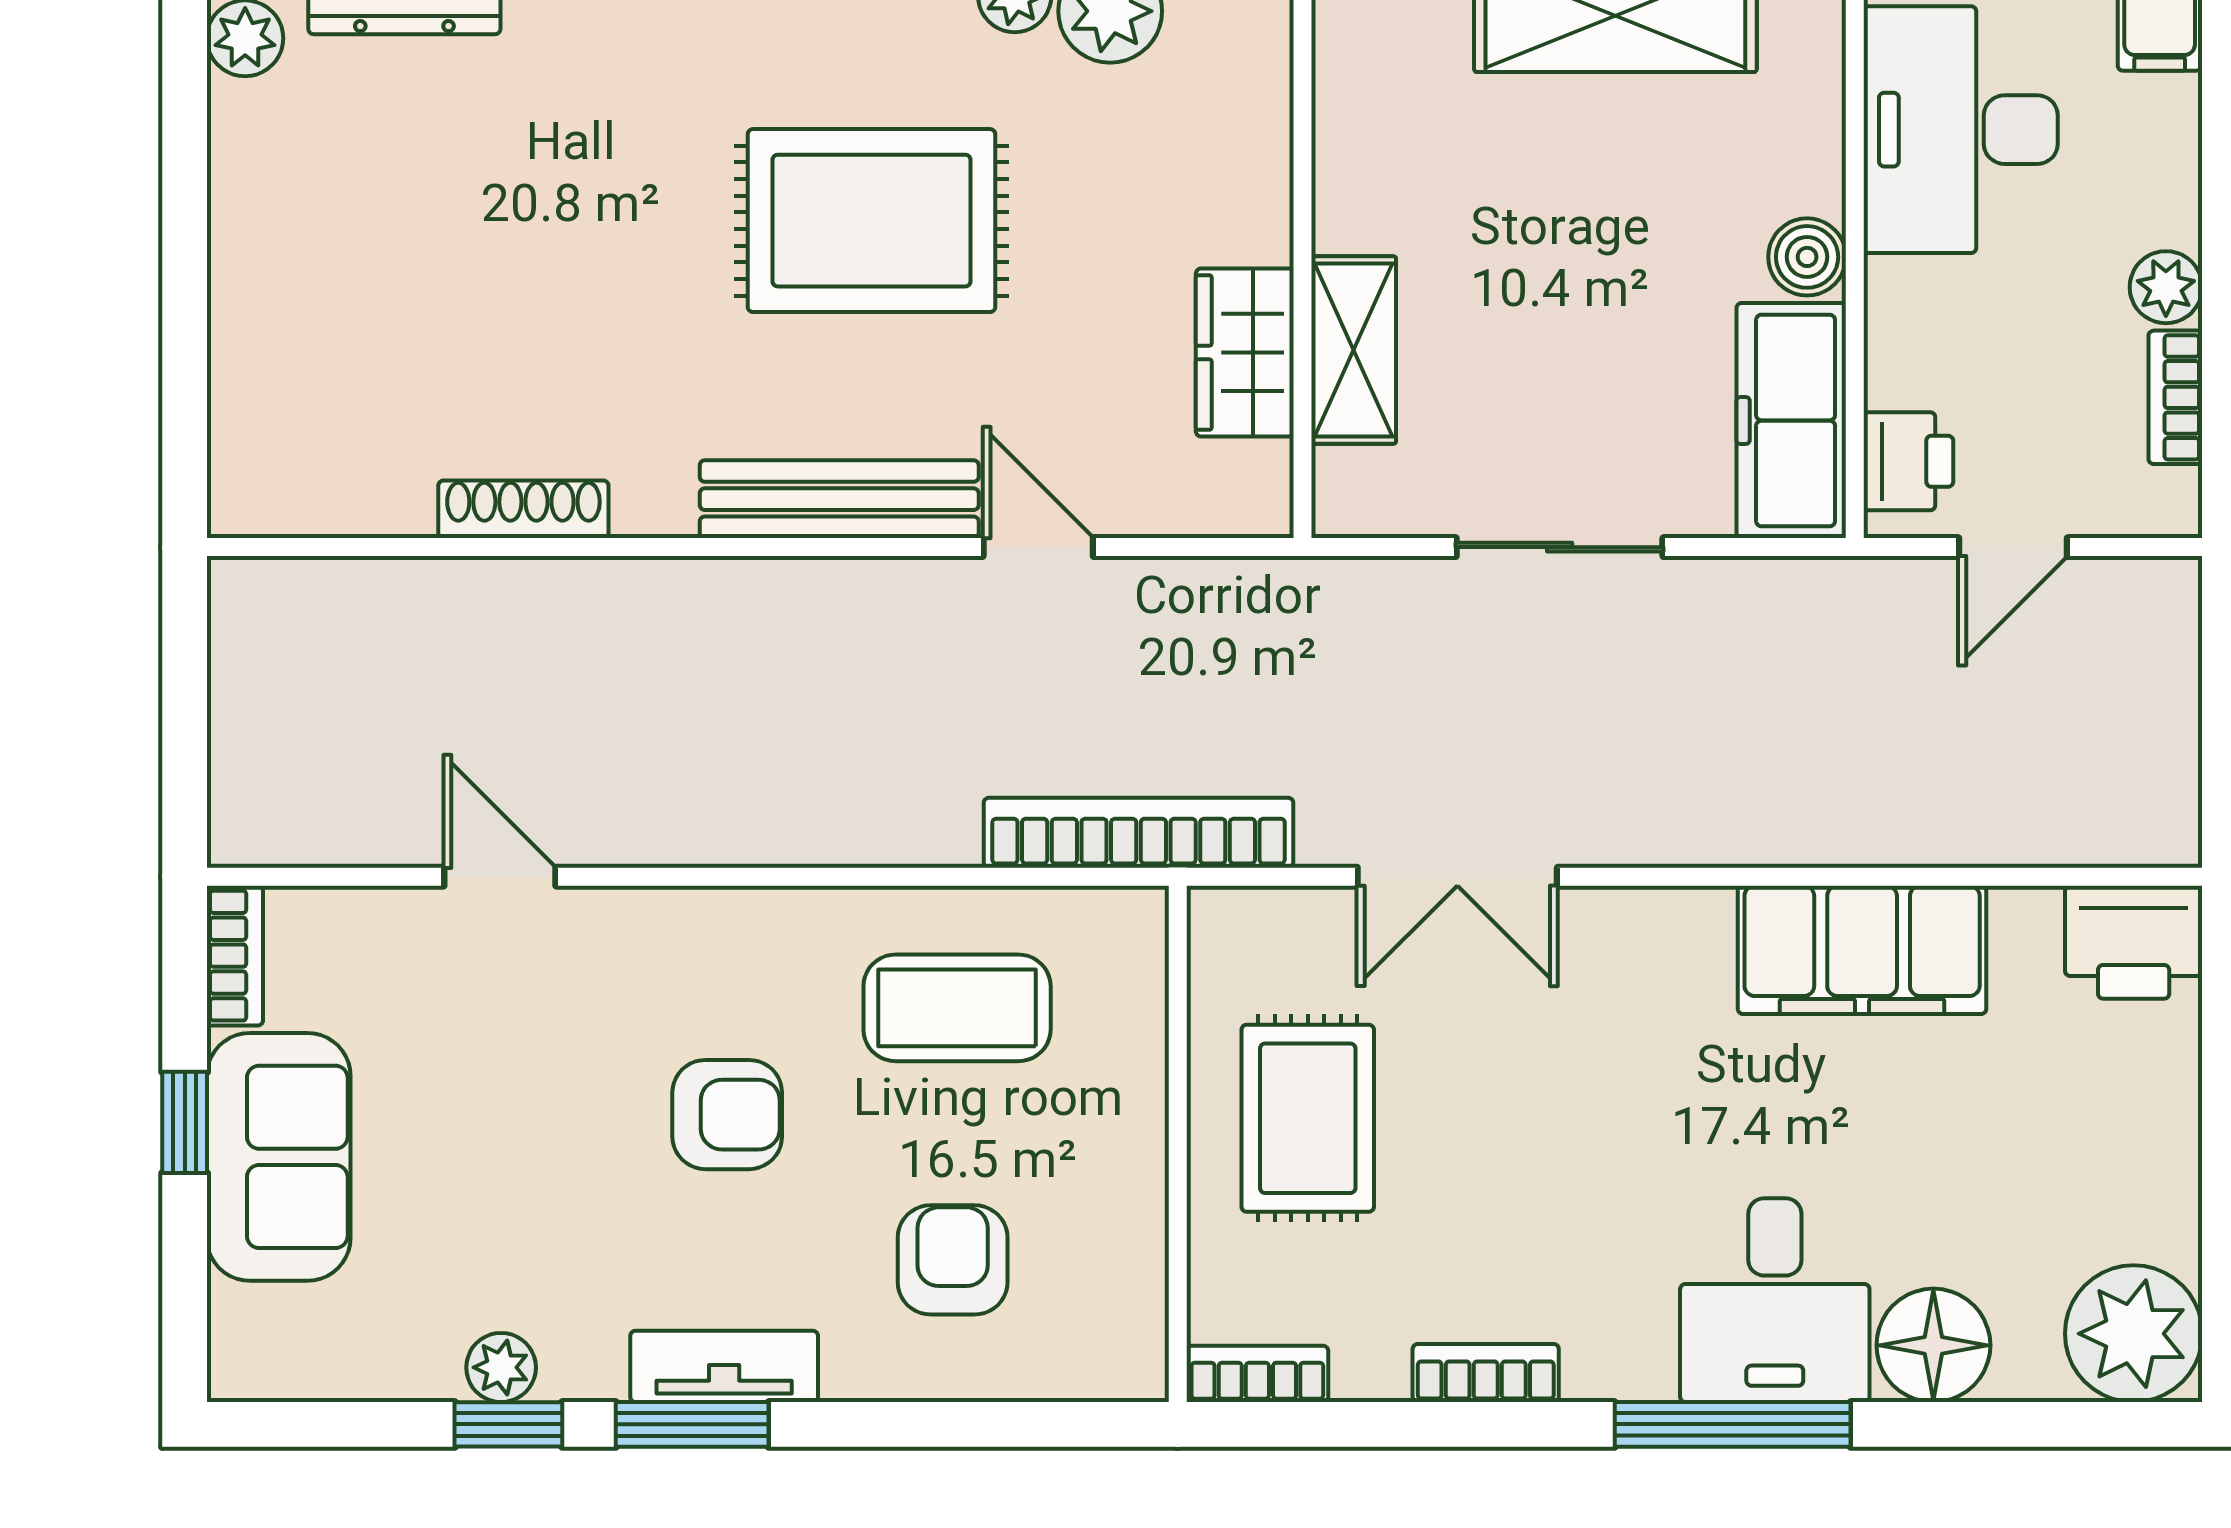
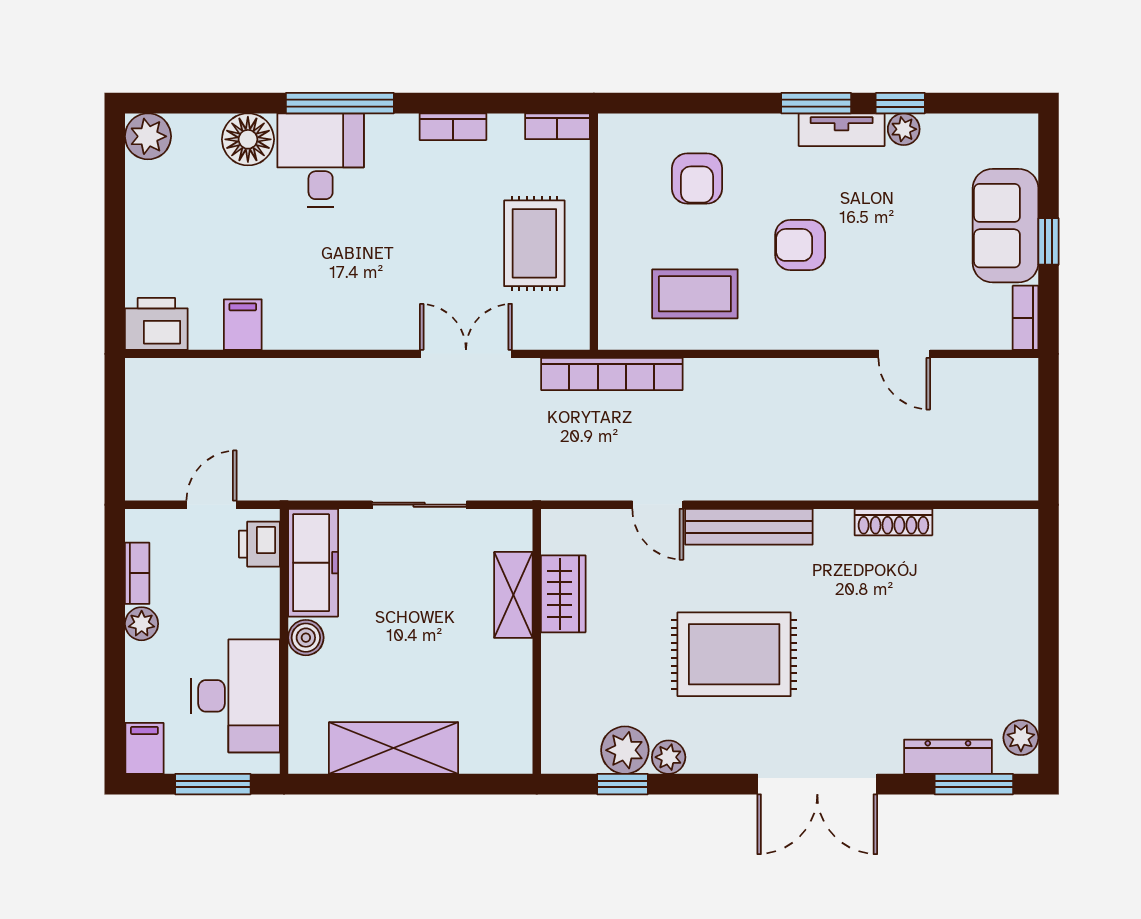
filing cabinet: (1862, 950) -> (243, 325), width x0.33, depth x0.86
plant: (2134, 1334) -> (148, 136), width x0.73, depth x0.73
tv unit: (724, 1366) -> (842, 130), moved

